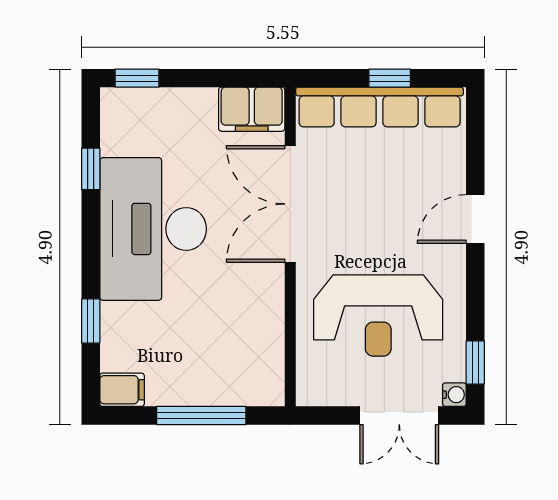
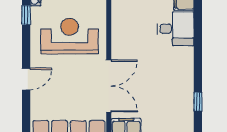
desk: (153, 229) -> (176, 29), moved, width x0.53, depth x0.77
window: (91, 321) -> (198, 34), removed

